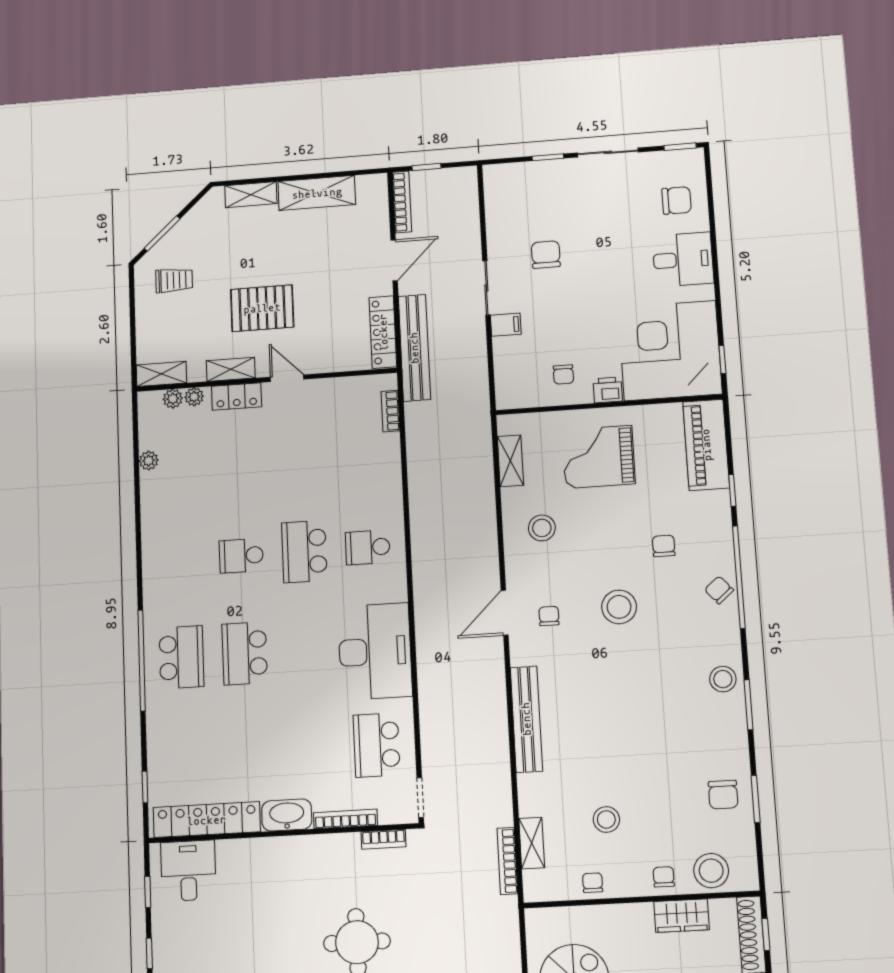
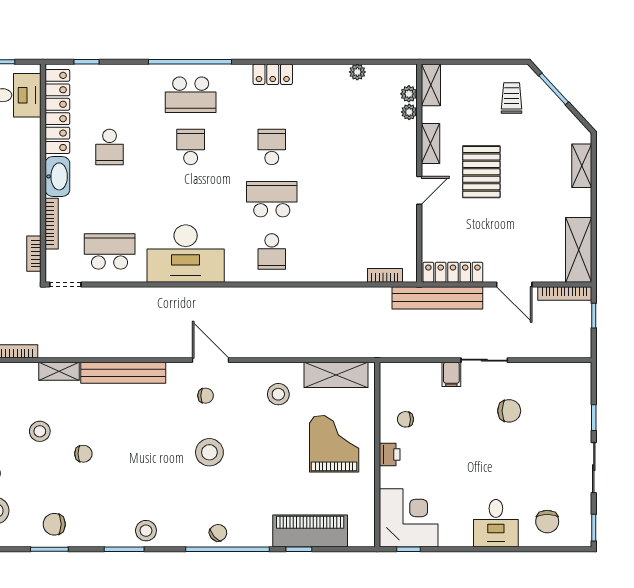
shelving: (317, 193) -> (579, 250), moved
trolley: (174, 280) -> (512, 98), turned 180
corner desk: (670, 351) -> (409, 518), width x0.74, depth x0.74
locker: (237, 396) -> (273, 74), moved, turned -90
piano: (706, 445) -> (310, 531), moved
shelving: (510, 461) -> (336, 375), width x1.50, depth x1.33
chair: (664, 546) -> (83, 454), moved
school desk: (368, 547) -> (272, 251), turned 180
school desk: (245, 653) -> (191, 147), width x0.54
school desk: (248, 752) -> (110, 147), added
shelving: (532, 843) -> (59, 371), moved

